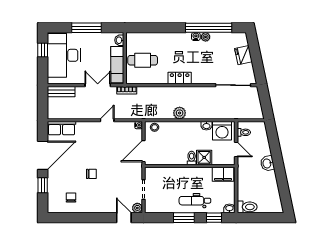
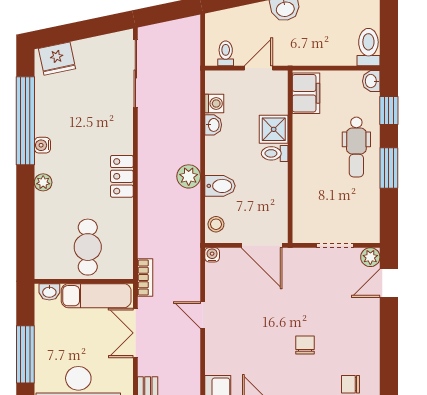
plant: (206, 37) -> (43, 182), moved
fridge: (243, 55) -> (57, 59), moved
bidet: (175, 129) -> (220, 186), added
washing machine: (222, 131) -> (214, 103), width x0.53, depth x0.53

